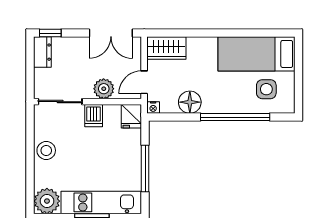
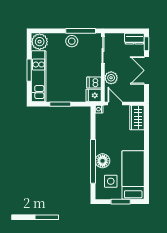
double door: (111, 33) -> (146, 70), moved
window: (298, 74) -> (121, 202), added
floor lamp: (190, 102) -> (103, 161), moved
dishwasher: (94, 116) -> (94, 83), moved
window: (30, 137) -> (81, 31), added
window: (145, 169) -> (60, 104), width x0.69

